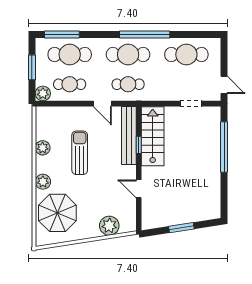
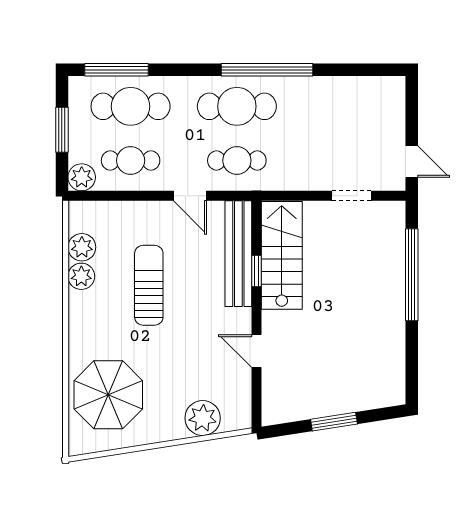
cafe table: (186, 55) -> (343, 106), removed
plant: (43, 182) -> (82, 247), moved

